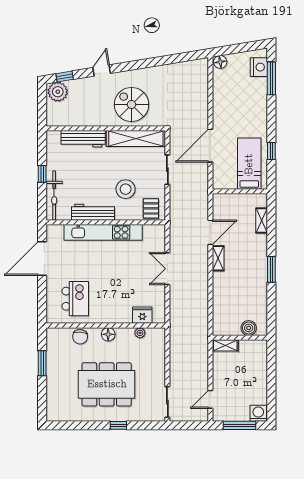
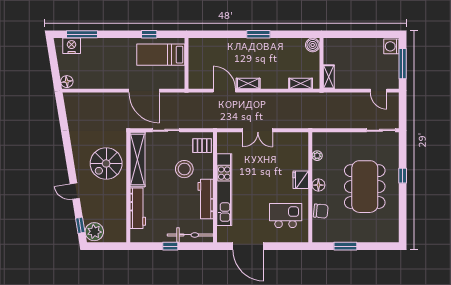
shelving: (262, 220) -> (301, 83), moved
fridge: (142, 315) -> (301, 180), moved
boiler: (249, 328) -> (313, 45), moved

